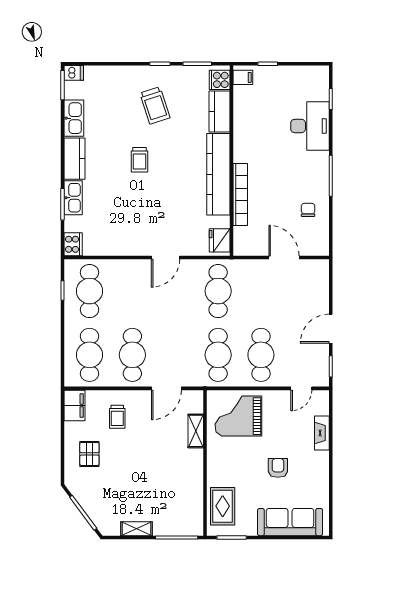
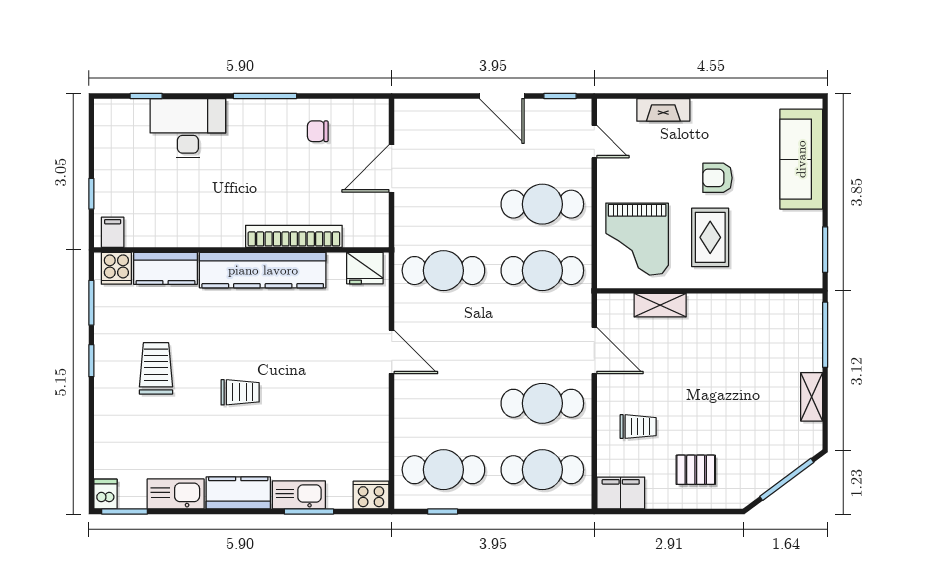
trolley: (155, 105) -> (156, 368), turned -72
rug: (223, 506) -> (710, 237), moved, turned 90

